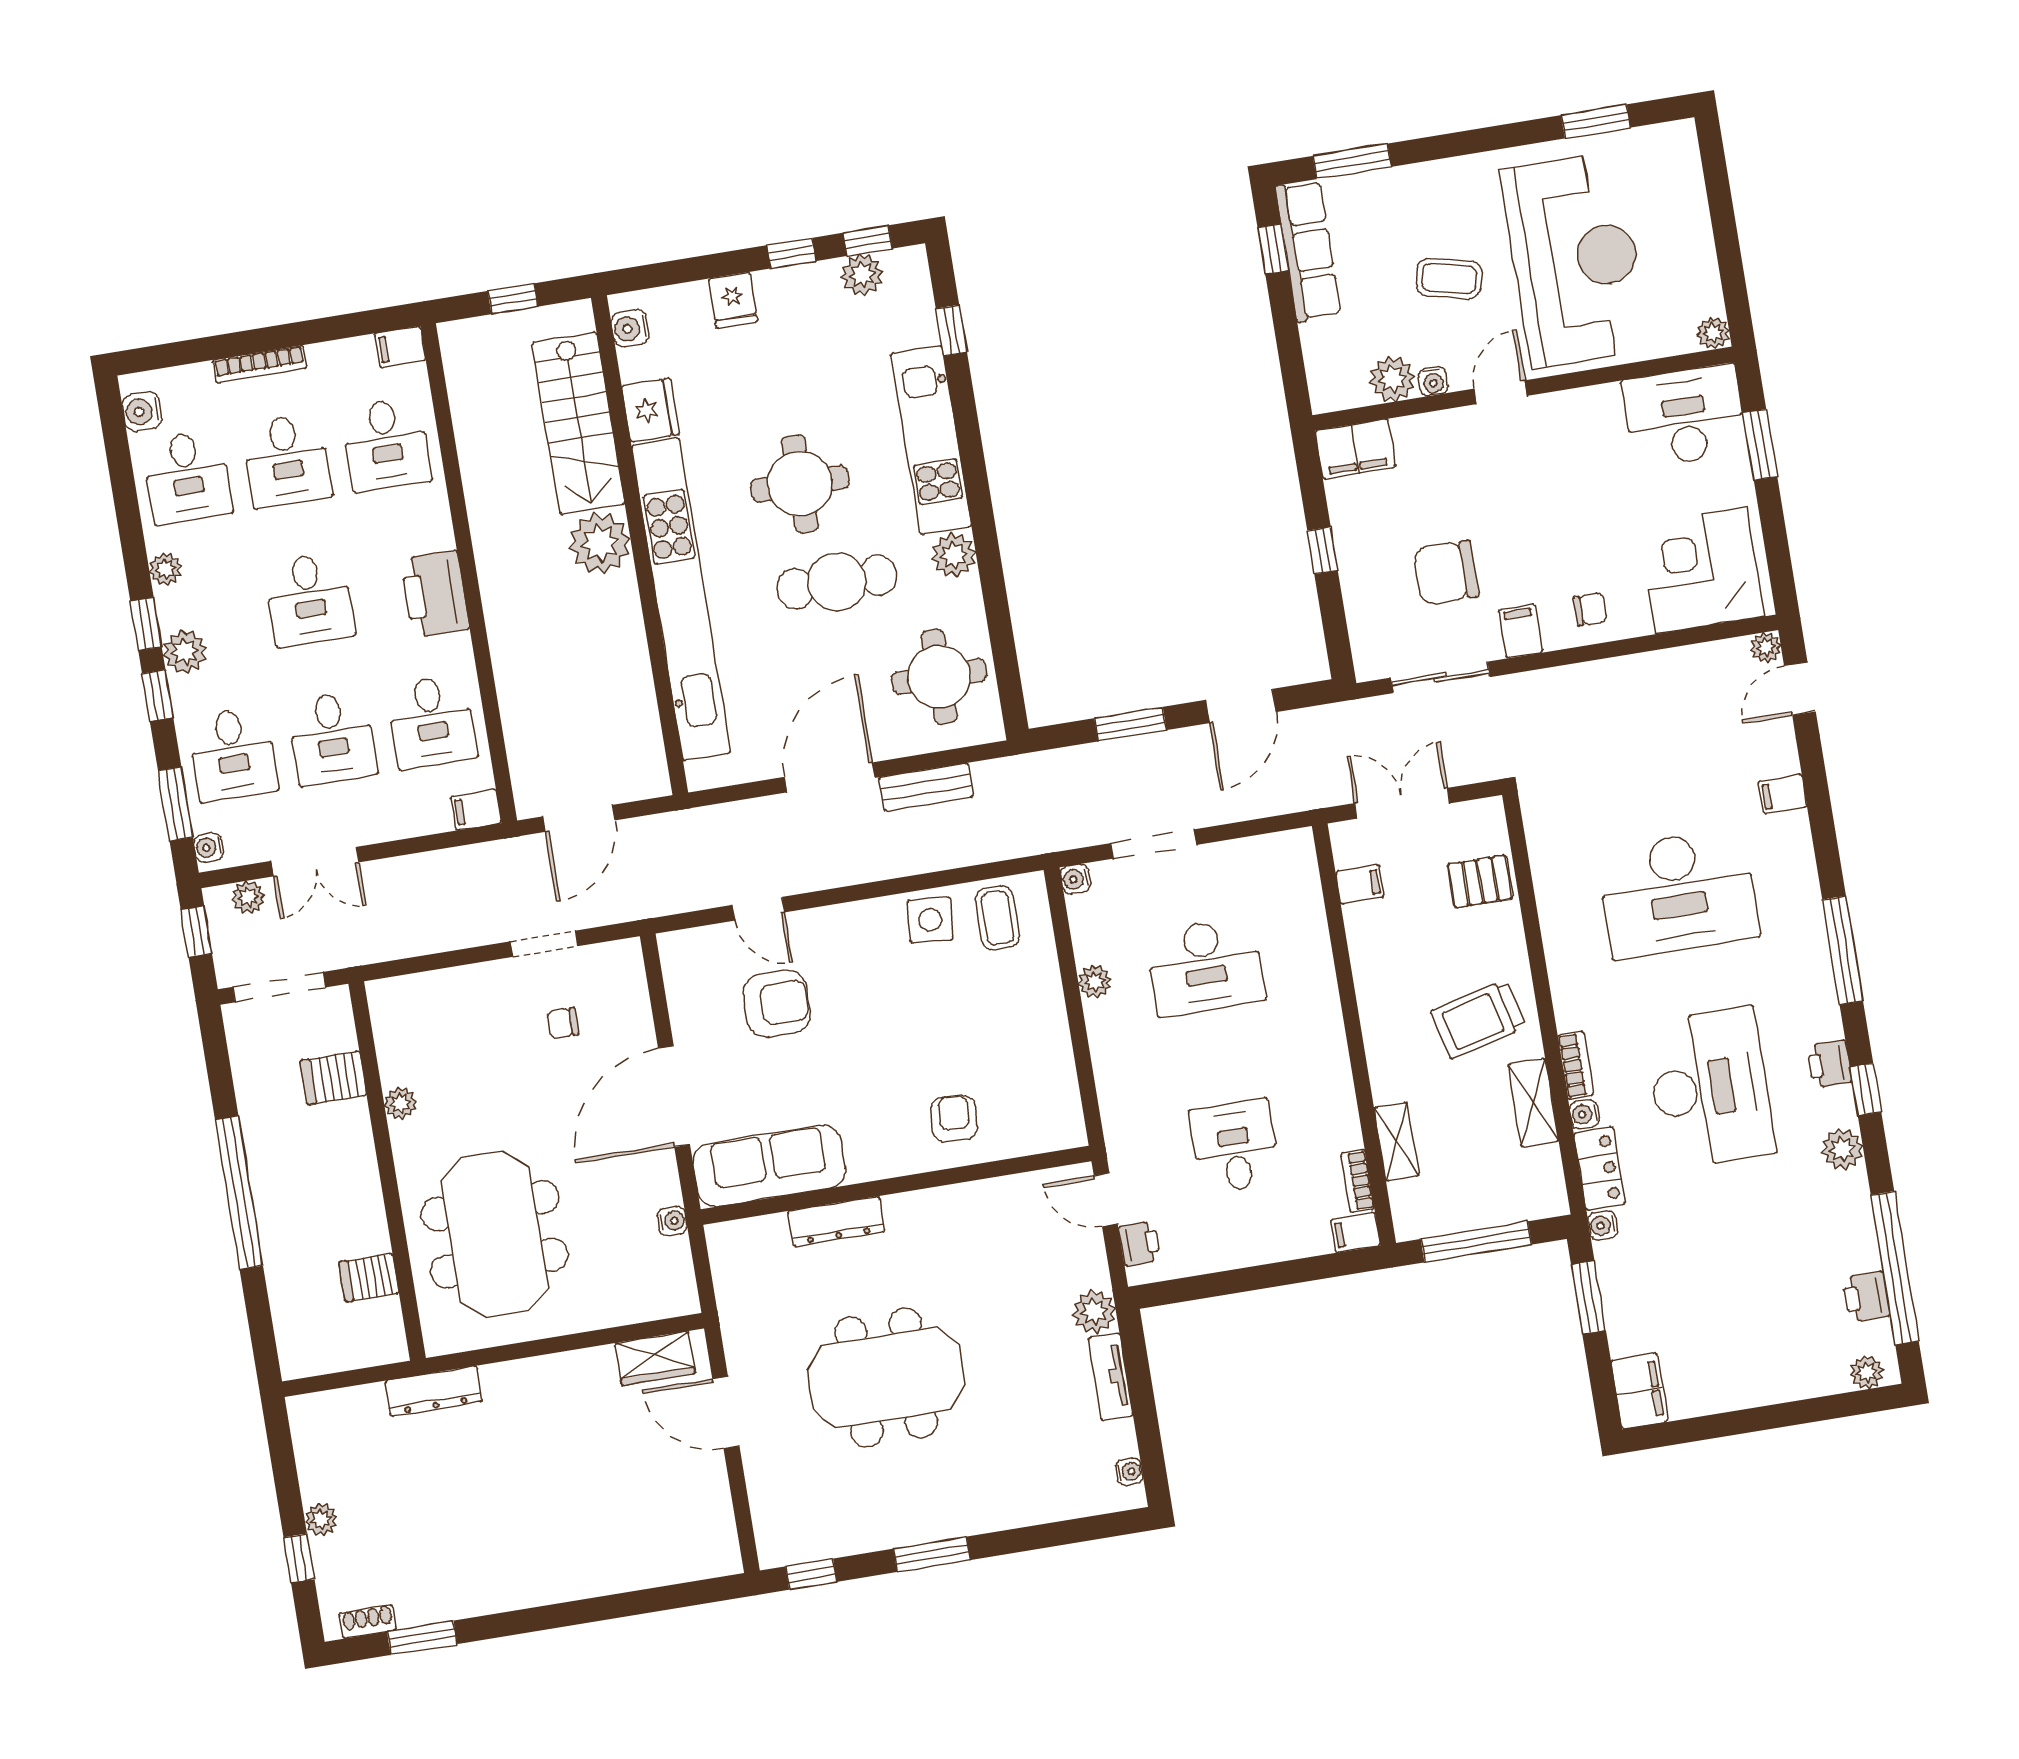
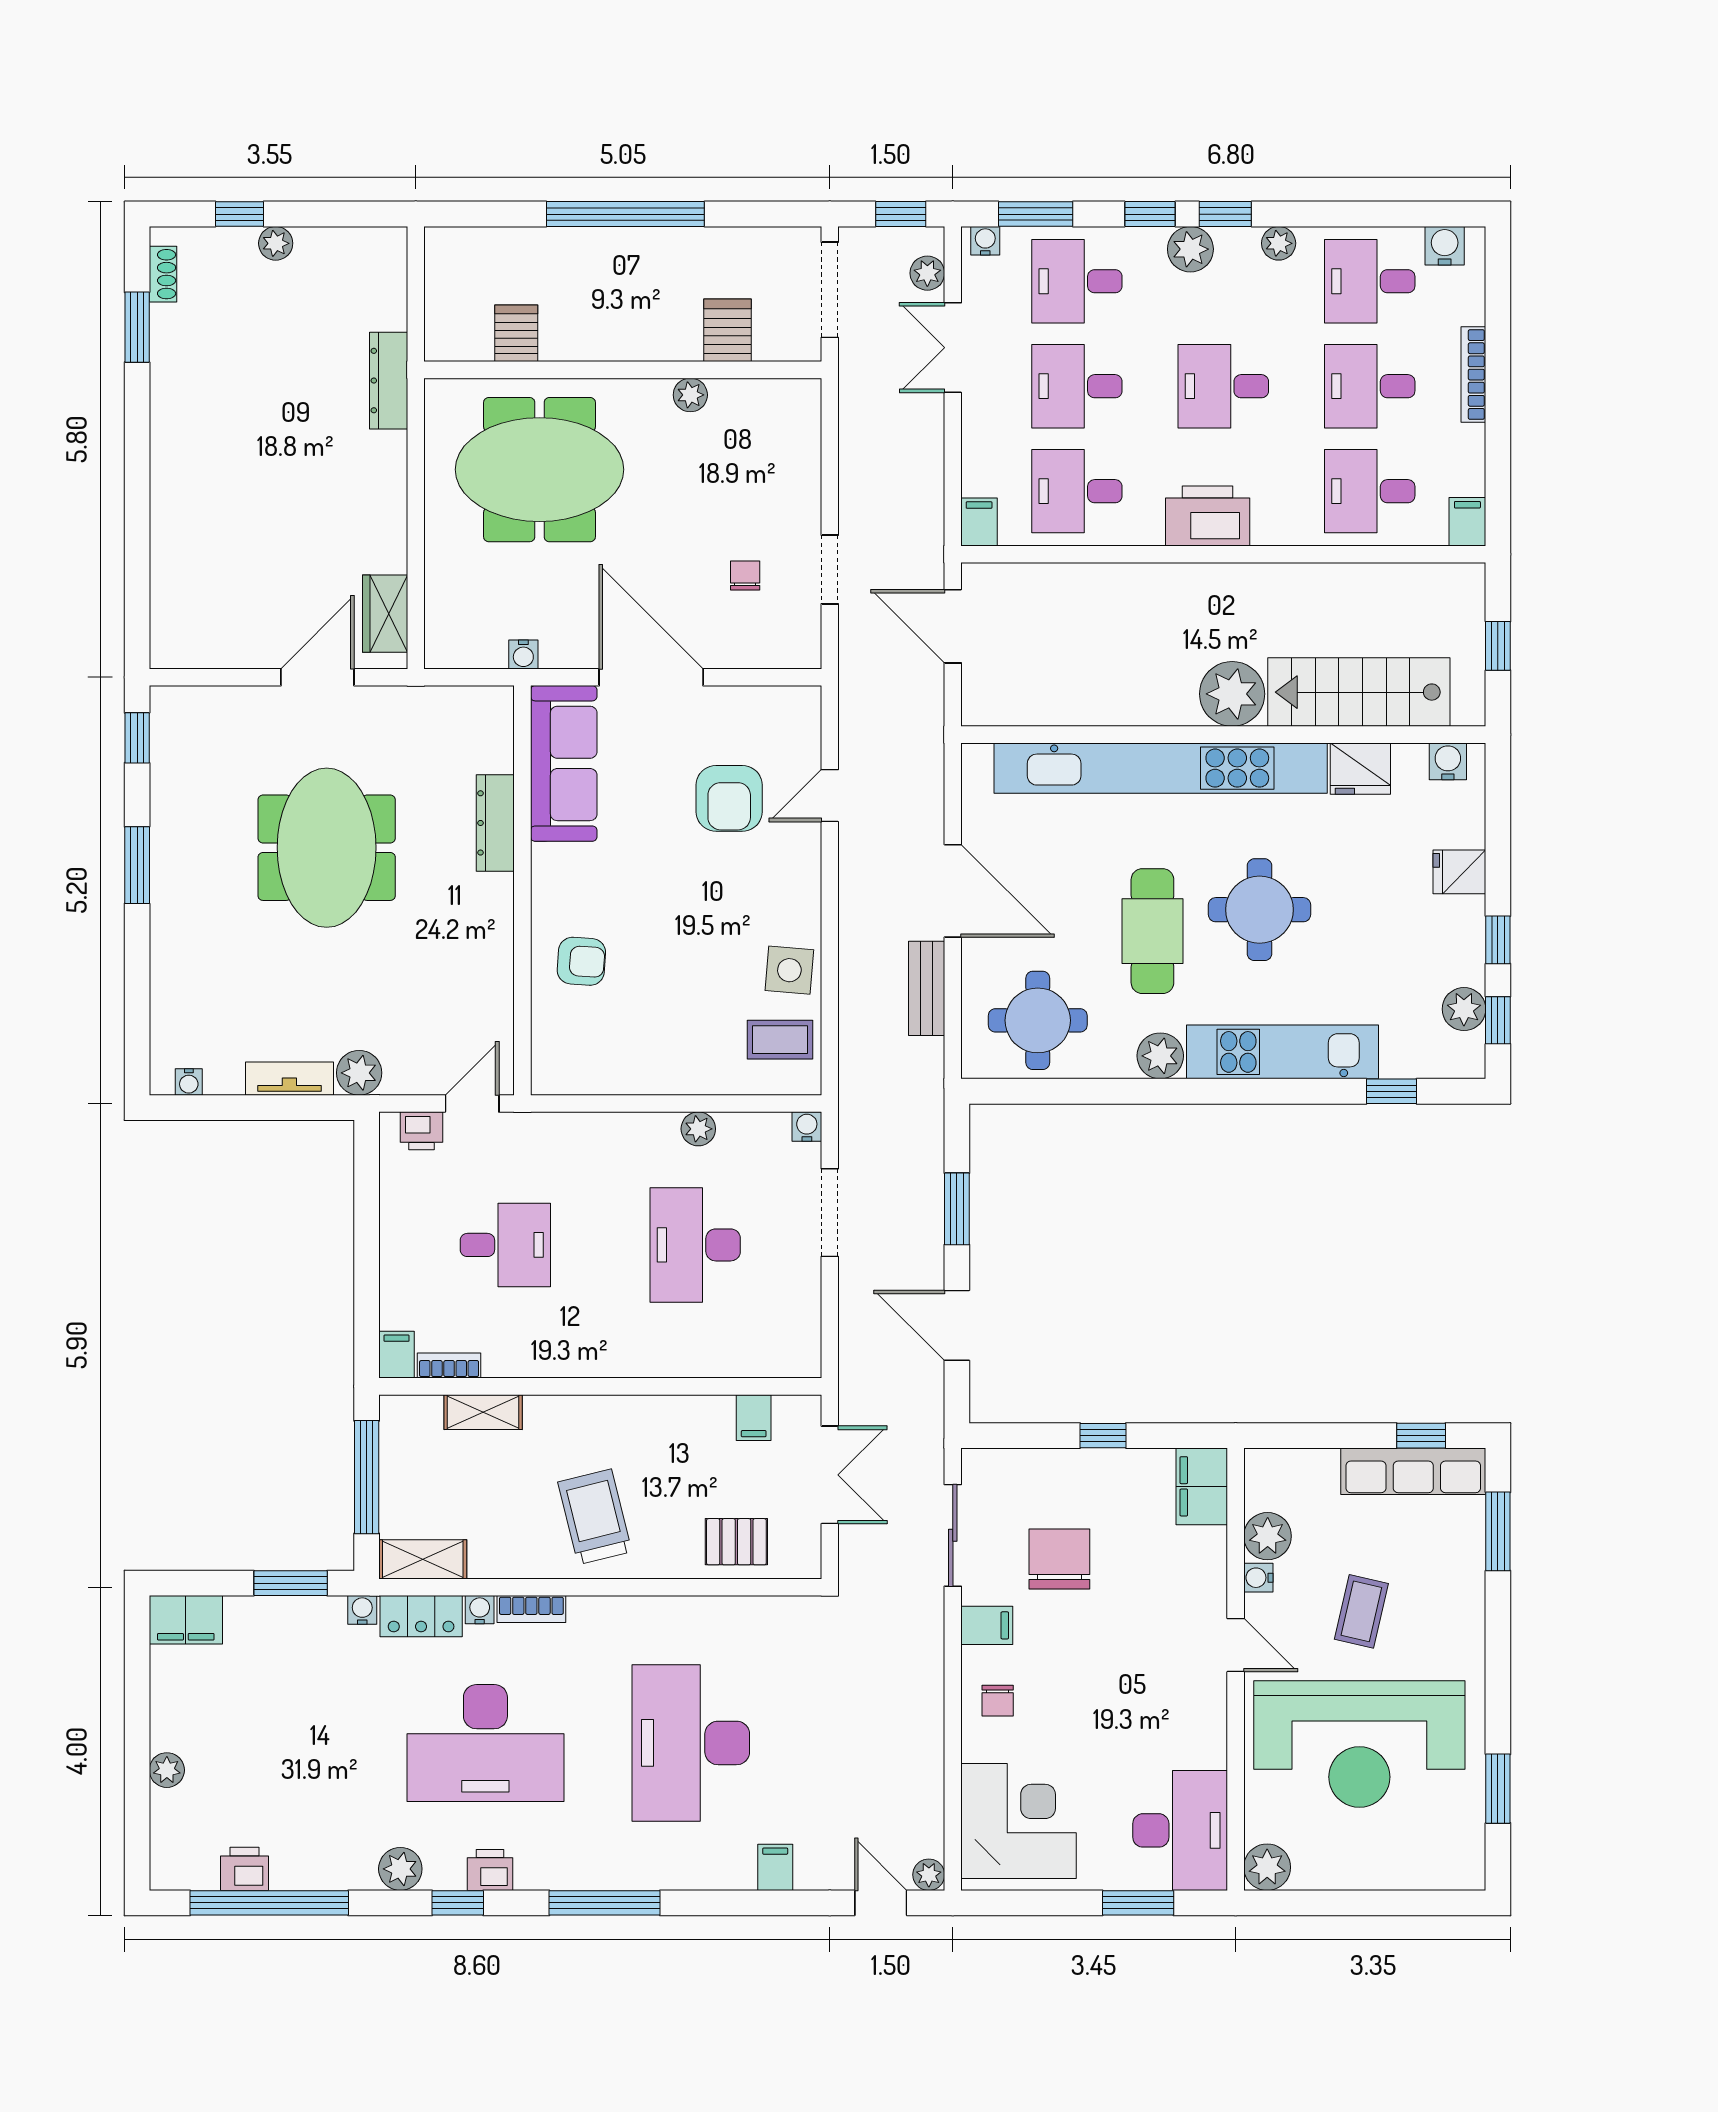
plant: (1713, 333) -> (1267, 1867), width x1.38, depth x1.38
pallet: (1480, 881) -> (736, 1542), turned 90
shelving: (1533, 1103) -> (423, 1559), moved
plant: (1867, 1372) -> (167, 1770), moved

